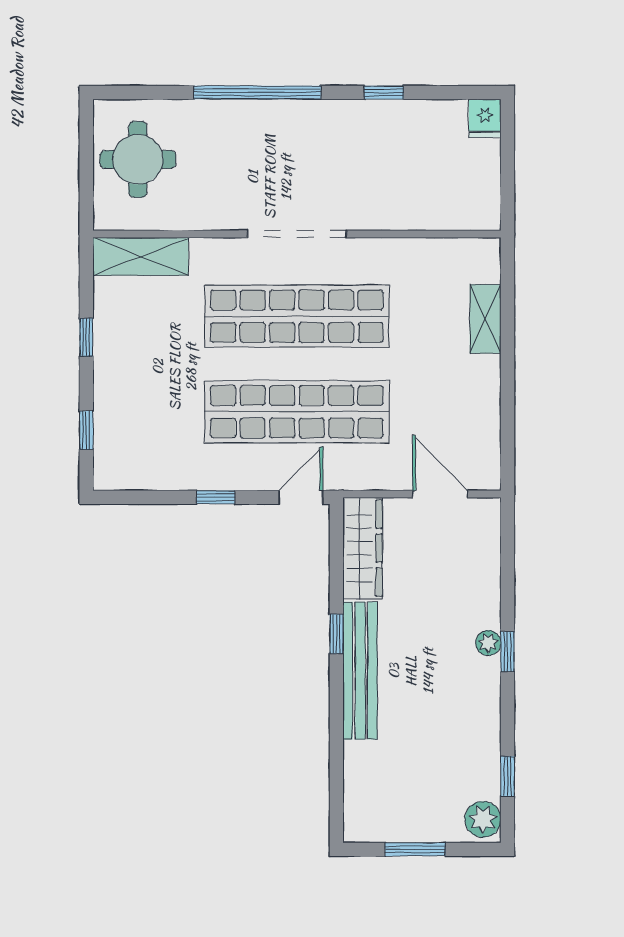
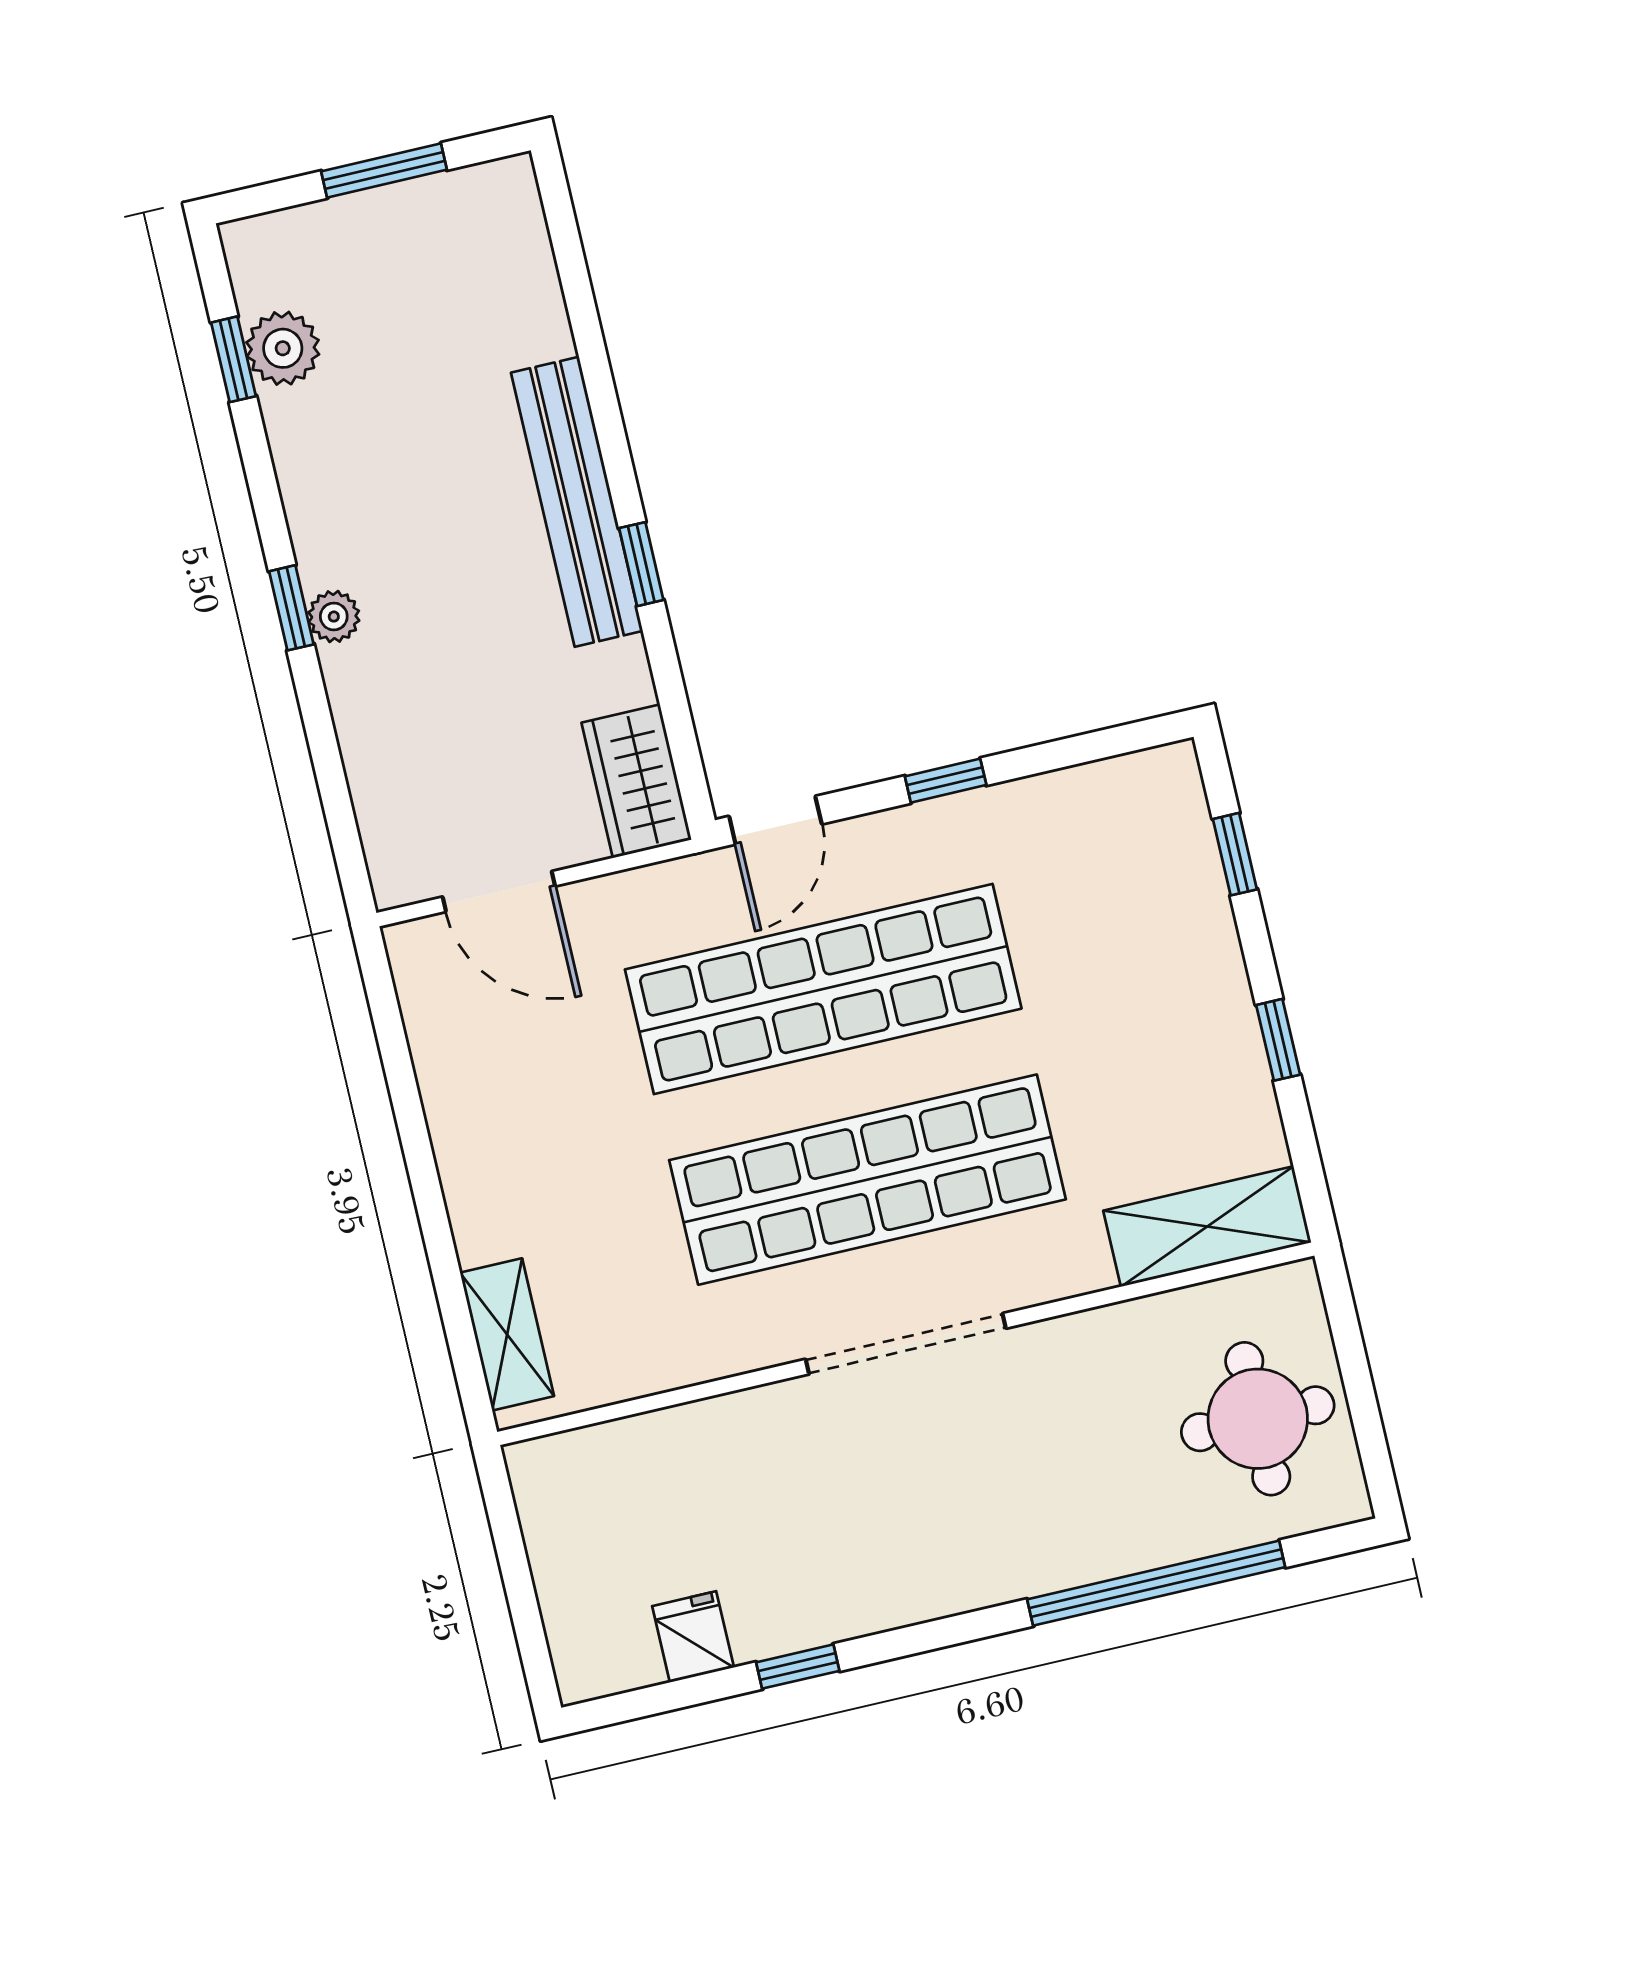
window: (257, 92) -> (1156, 1583), moved
fridge: (485, 118) -> (693, 1637), moved
shelving: (485, 319) -> (507, 1334), moved
wardrobe: (363, 548) -> (636, 781), width x0.67
plant: (483, 819) -> (283, 348), moved

